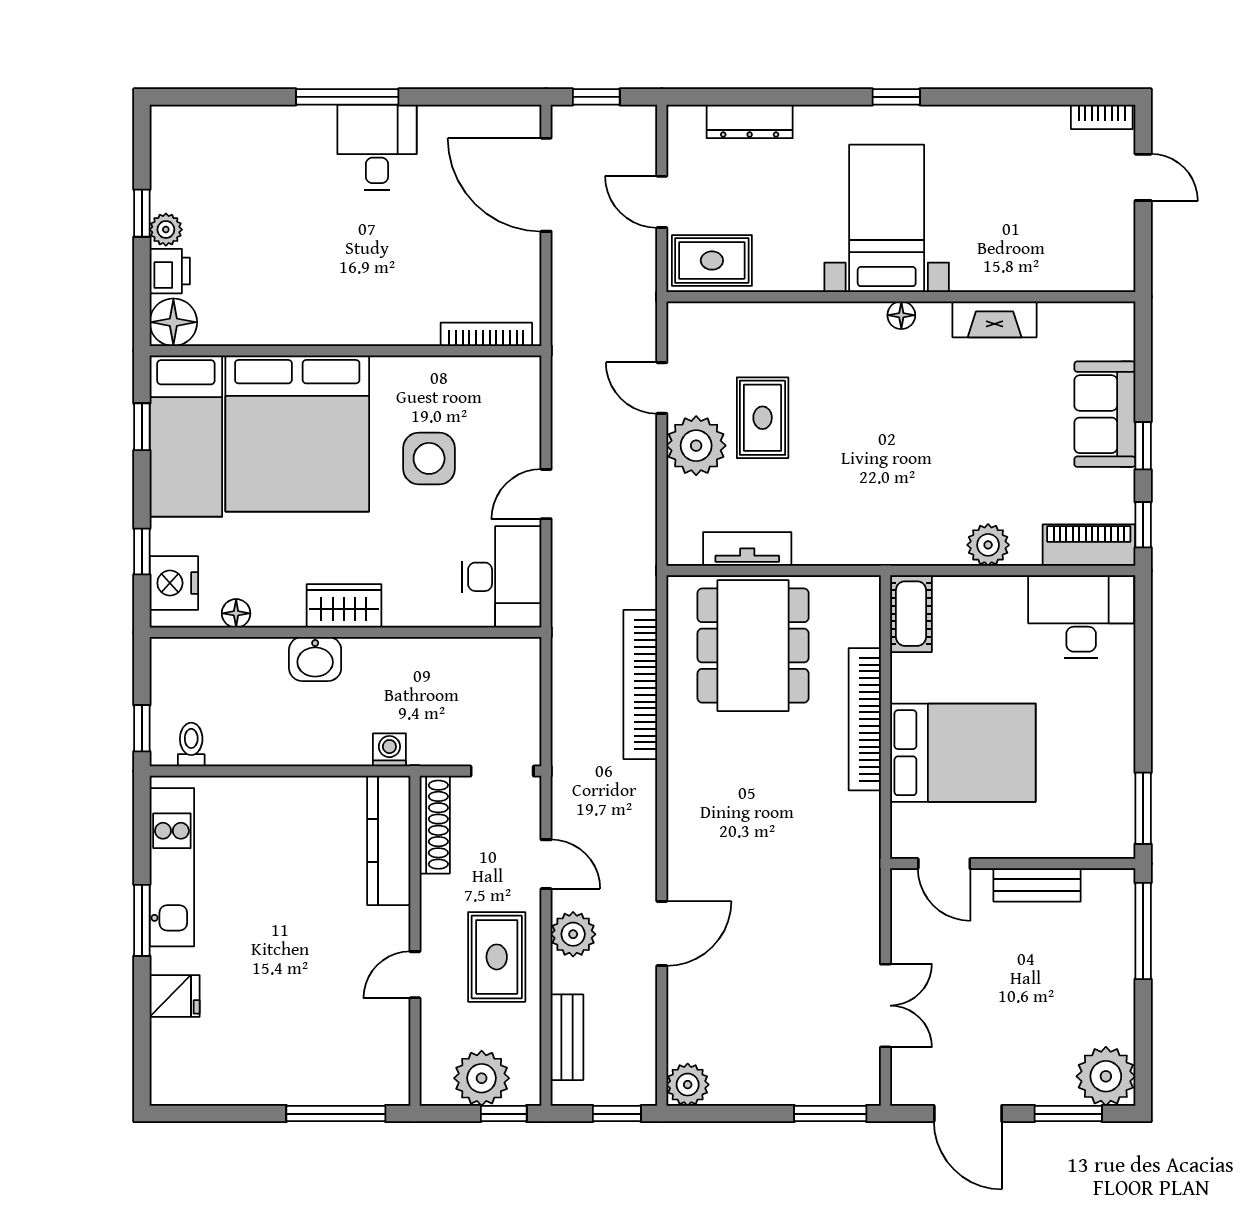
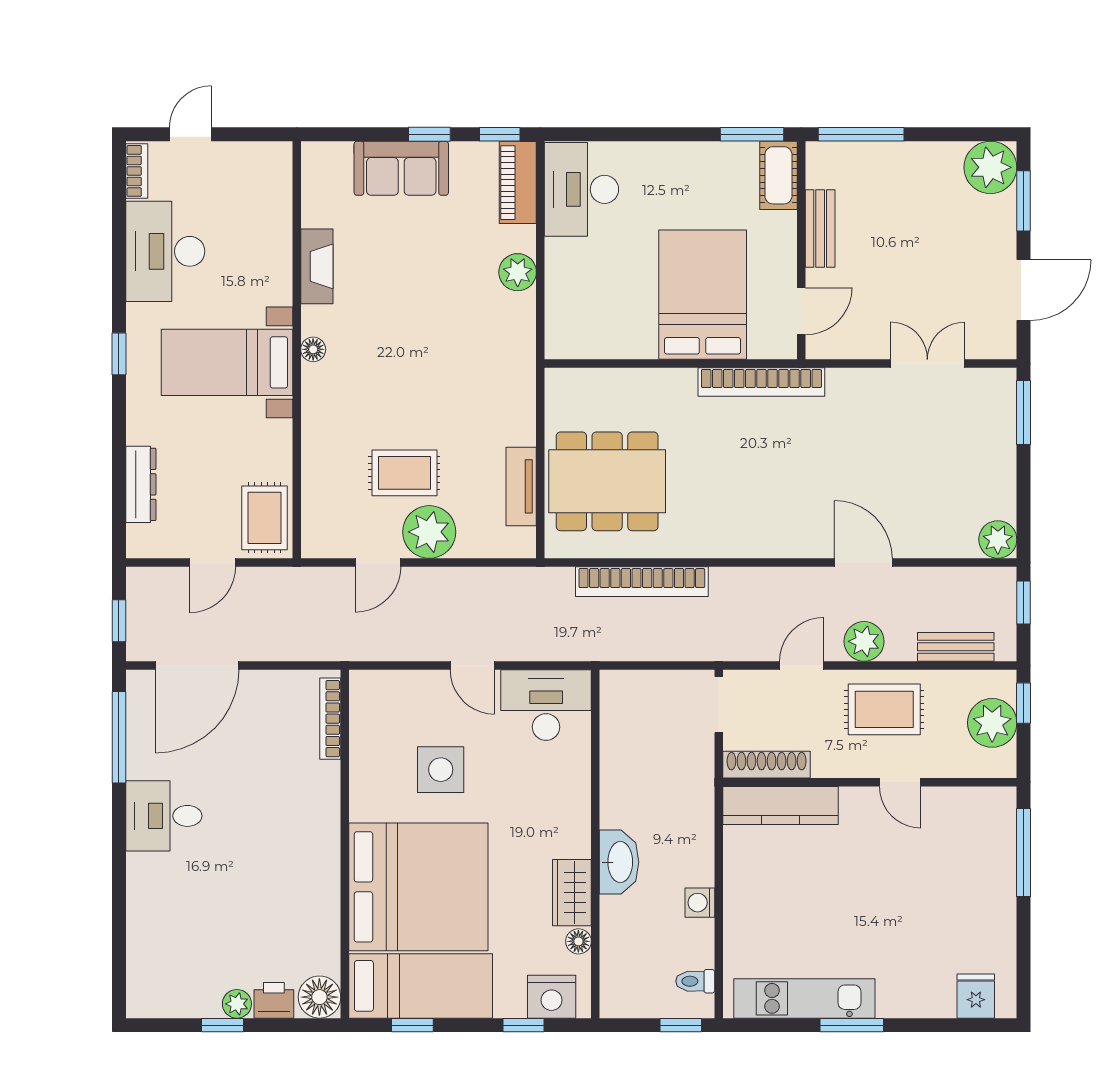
window: (347, 97) -> (119, 737), moved
desk: (1011, 149) -> (165, 251), added
wardrobe: (344, 606) -> (572, 893), moved
cot: (911, 614) -> (778, 175), moved, turned 90
washbasin: (315, 659) -> (619, 862), width x1.38
bookcase: (865, 719) -> (761, 382), moved
washing machine: (389, 750) -> (700, 903), moved
fridge: (175, 996) -> (976, 996), moved

